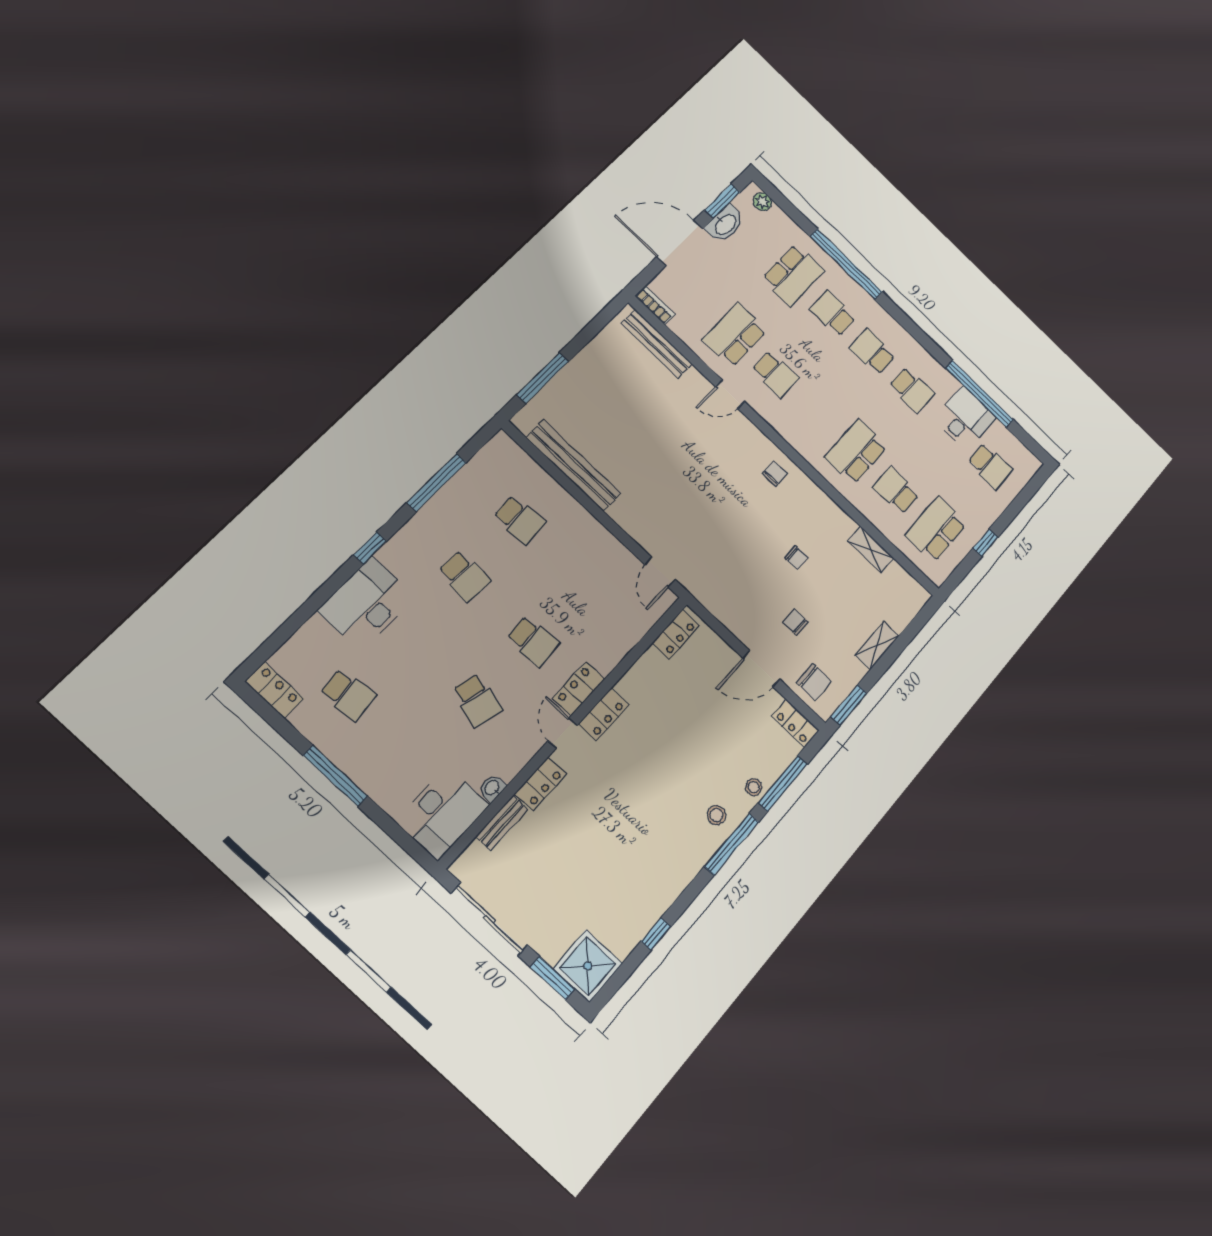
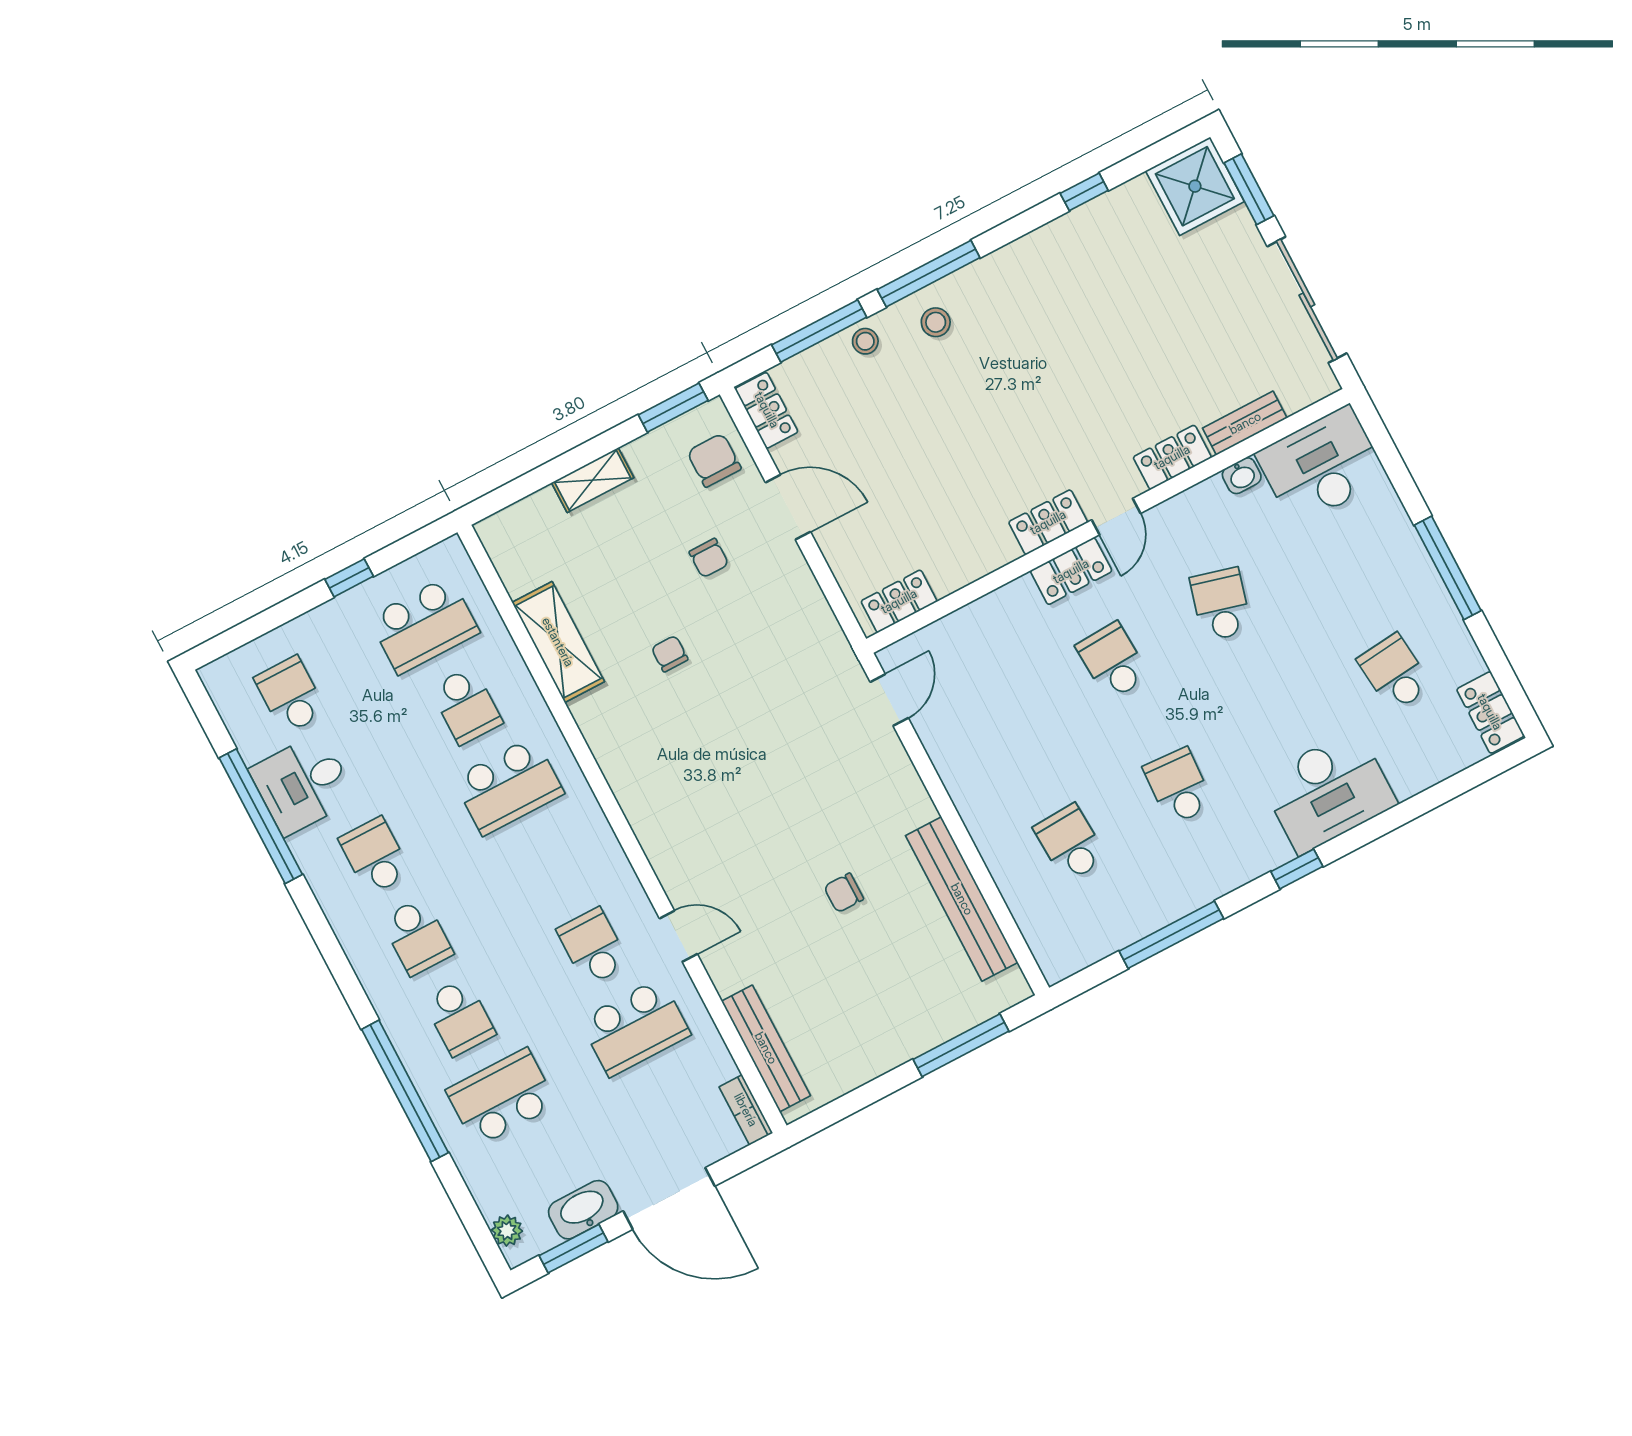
chair: (775, 474) -> (844, 893), moved
shelving: (871, 549) -> (558, 642), width x1.50, depth x1.33

